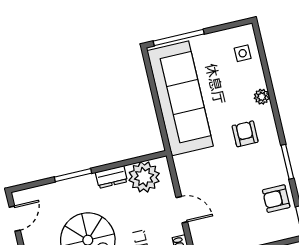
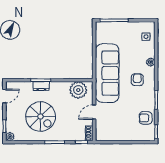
sofa: (180, 98) -> (107, 73), moved
dresser: (111, 177) -> (41, 86), moved
door: (182, 210) -> (94, 112), swing flipped

